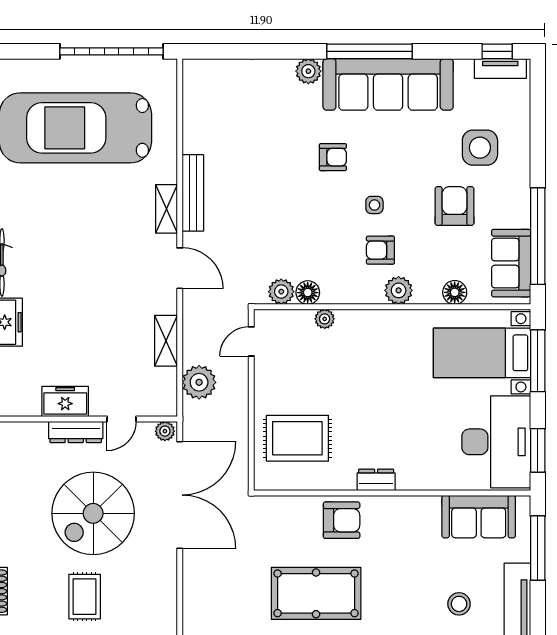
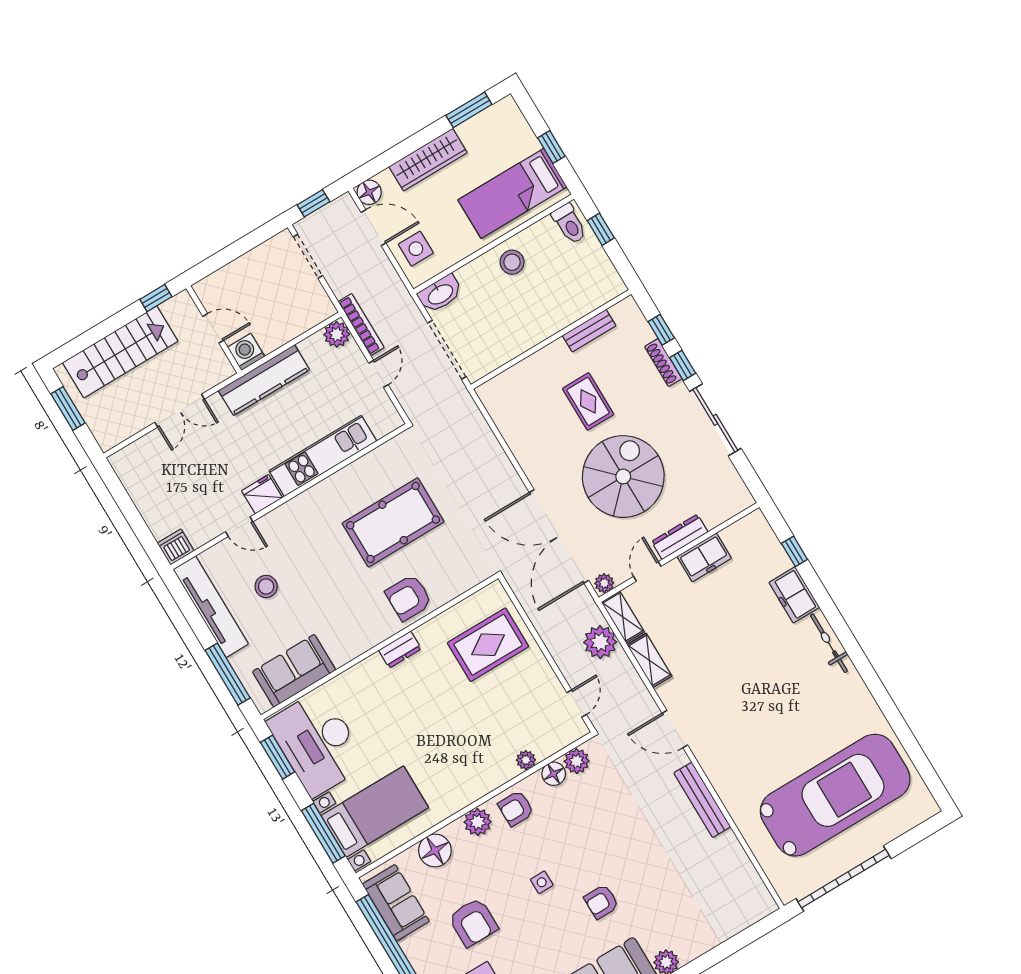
shelving: (166, 209) -> (623, 617), moved
armchair: (380, 250) -> (516, 808), moved, turned 180
floor lamp: (455, 292) -> (435, 850), width x1.38, depth x1.38

